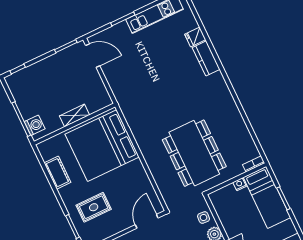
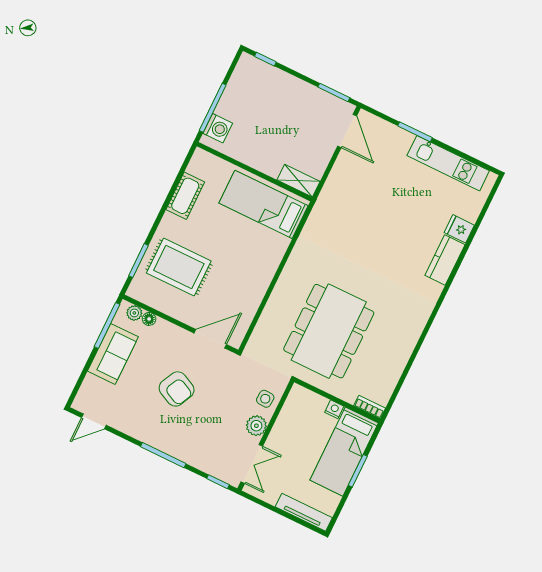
shelving: (75, 115) -> (299, 181), moved
bed: (102, 146) -> (264, 204), width x0.49
rug: (94, 207) -> (179, 267), width x1.36, depth x1.43

